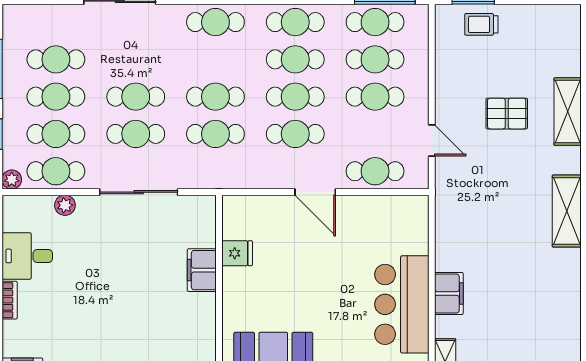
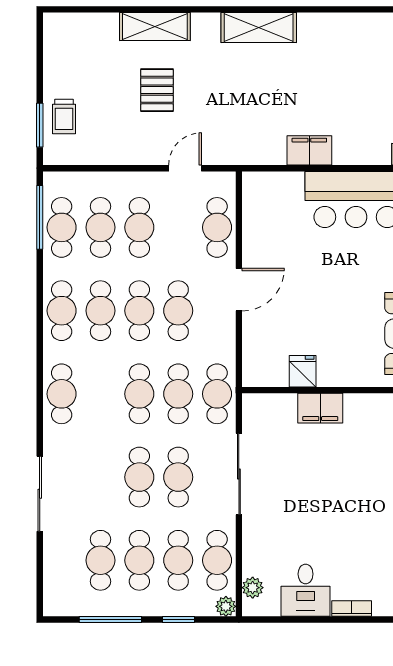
cafe table: (215, 171) -> (217, 394), added
plant: (65, 205) -> (253, 588), moved
filing cabinet: (449, 293) -> (309, 150), moved

